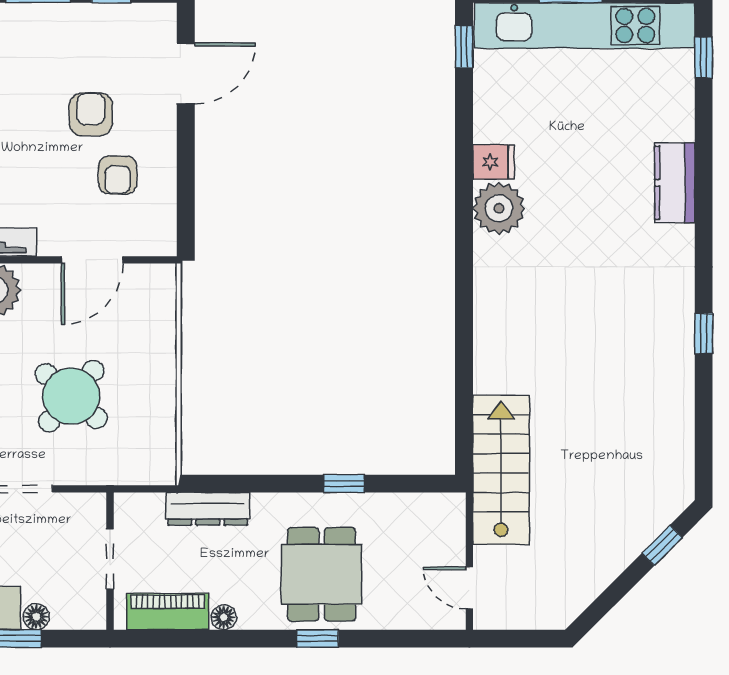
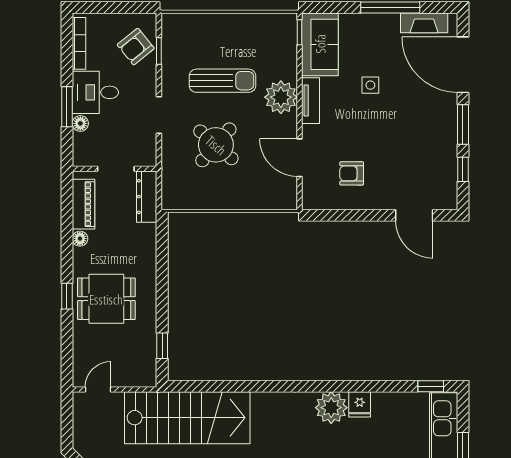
armchair: (91, 114) -> (389, 157), removed
stairs: (501, 470) -> (187, 418), width x1.36, depth x1.51
window: (344, 484) -> (162, 346), moved
dresser: (208, 509) -> (147, 197), moved

